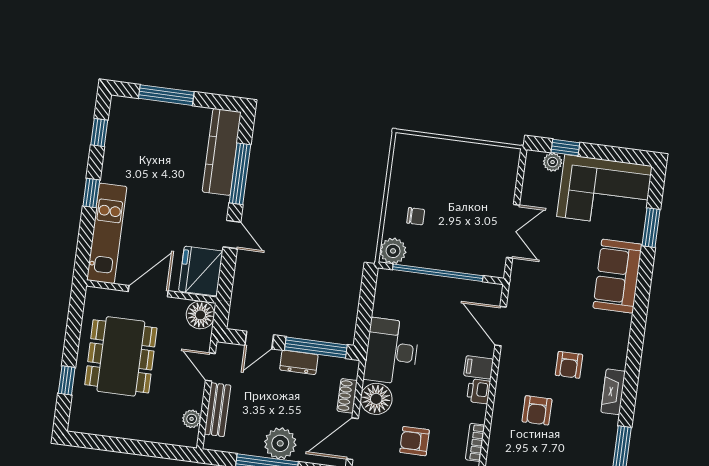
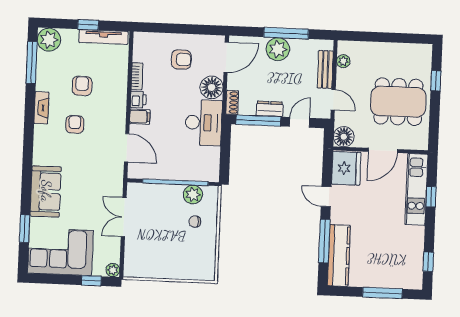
plant: (553, 162) -> (113, 270), moved
window: (91, 193) -> (431, 197), moved
plant: (393, 251) -> (193, 195), moved
dining table: (121, 356) -> (398, 102), turned 90
shoe rack: (347, 396) -> (232, 102), moved
armchair: (537, 410) -> (82, 86), moved
bookcase: (475, 442) -> (137, 76), moved

